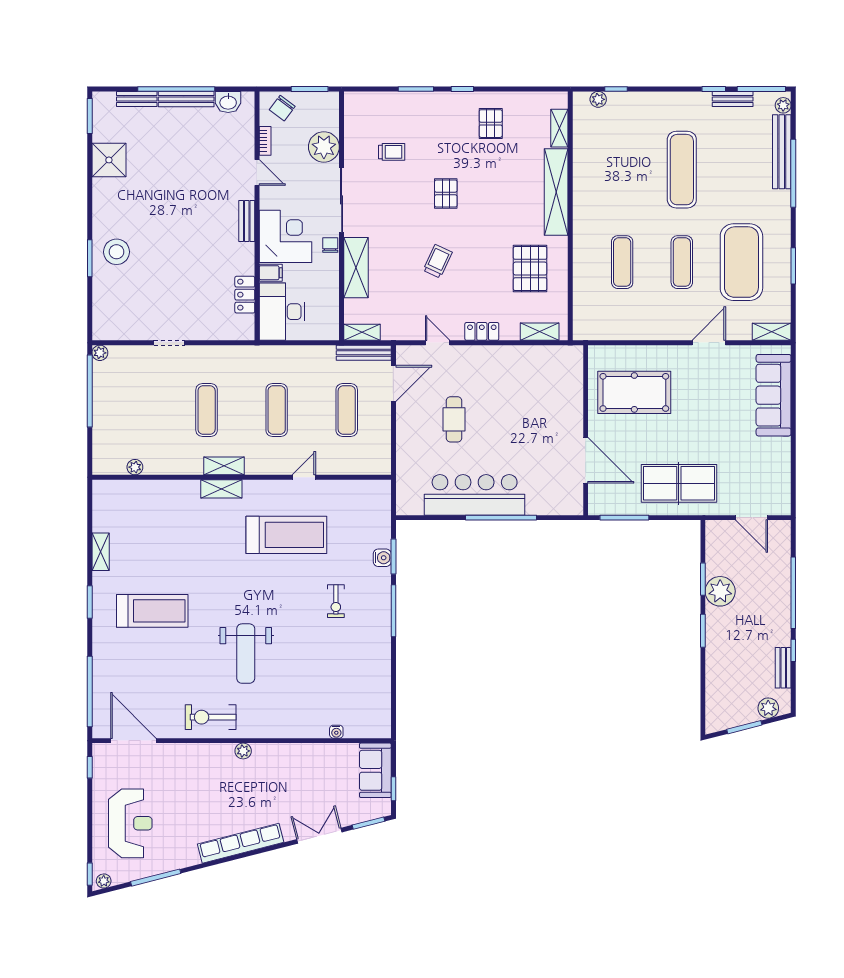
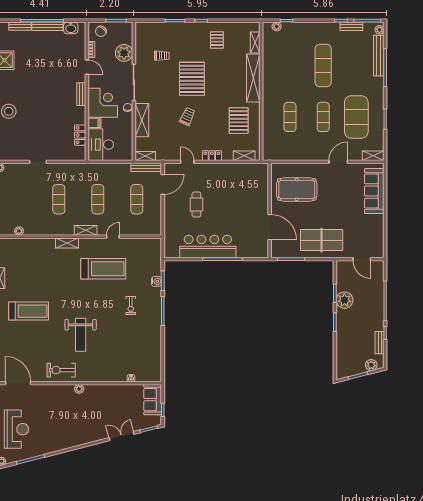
pallet: (446, 193) -> (192, 79), width x2.05, depth x2.00
shelving: (224, 466) -> (86, 230), moved
row of seats: (241, 843) -> (78, 440), removed

